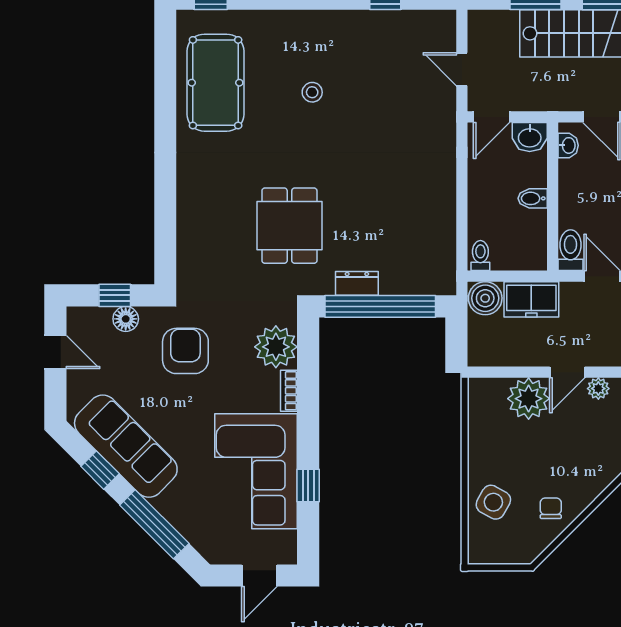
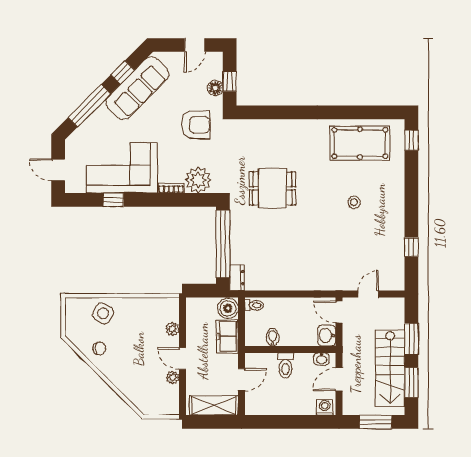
bidet: (533, 198) -> (273, 337), moved
toilet: (570, 250) -> (285, 365), moved, turned 90
dresser: (357, 283) -> (237, 278), moved
plant: (529, 399) -> (172, 329), width x0.53, depth x0.53

